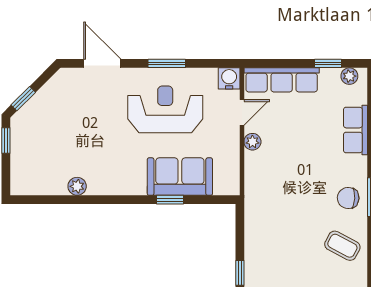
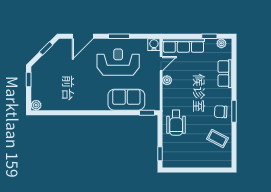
door: (102, 63) -> (83, 36), swing flipped
window: (23, 99) -> (46, 48), moved
plant: (77, 186) -> (36, 105), moved
window: (170, 200) -> (147, 113), moved
wheelchair: (269, 218) -> (176, 123), added

